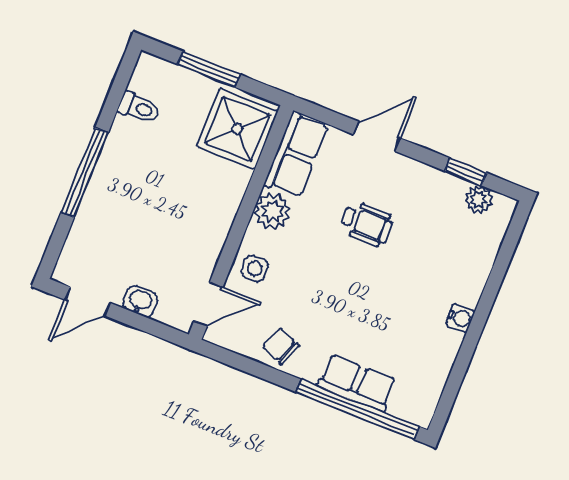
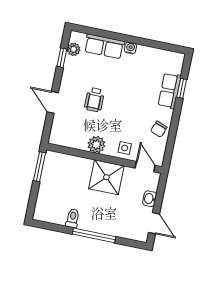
window: (209, 69) -> (39, 167), moved
toilet: (139, 108) -> (73, 218), moved
shower: (237, 129) -> (106, 177), moved
row of seats: (296, 155) -> (104, 46), moved, turned 180
wheelchair: (366, 224) -> (94, 100), turned 180
window: (357, 409) -> (182, 88), width x0.32

